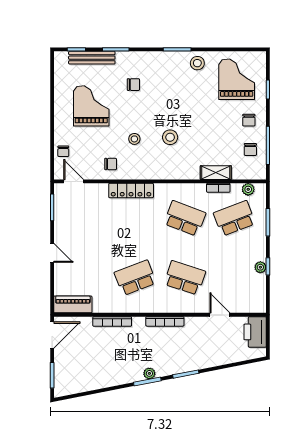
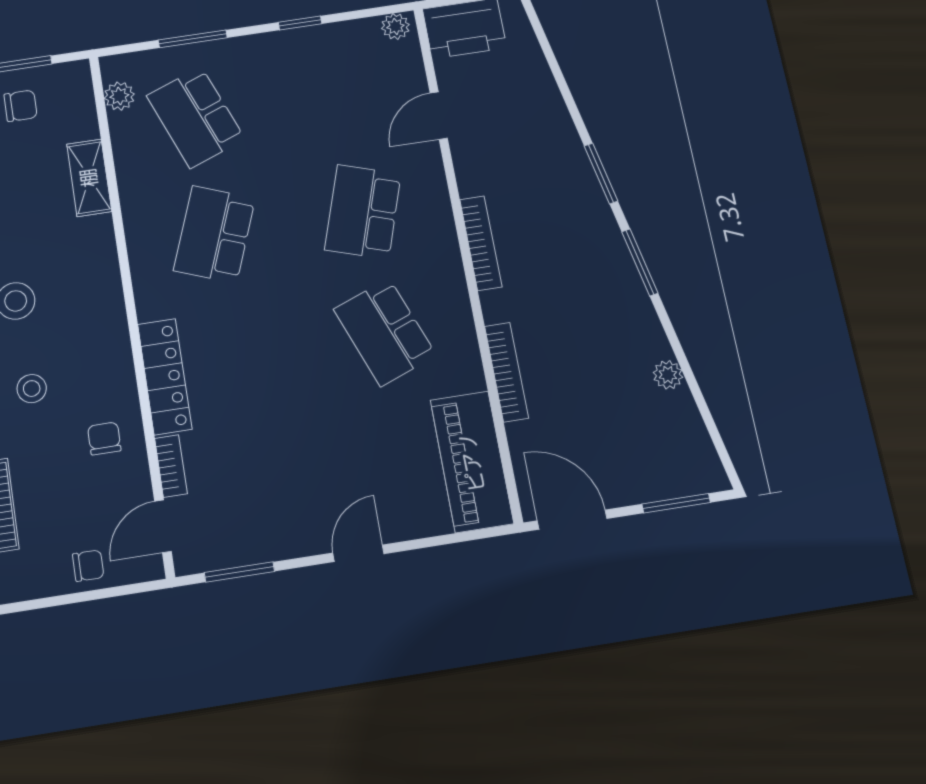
bookcase: (218, 188) -> (171, 466), moved
plant: (260, 267) -> (395, 26), moved
piano: (73, 304) -> (472, 462), width x1.37, depth x1.33
plant: (149, 373) -> (668, 375), moved

